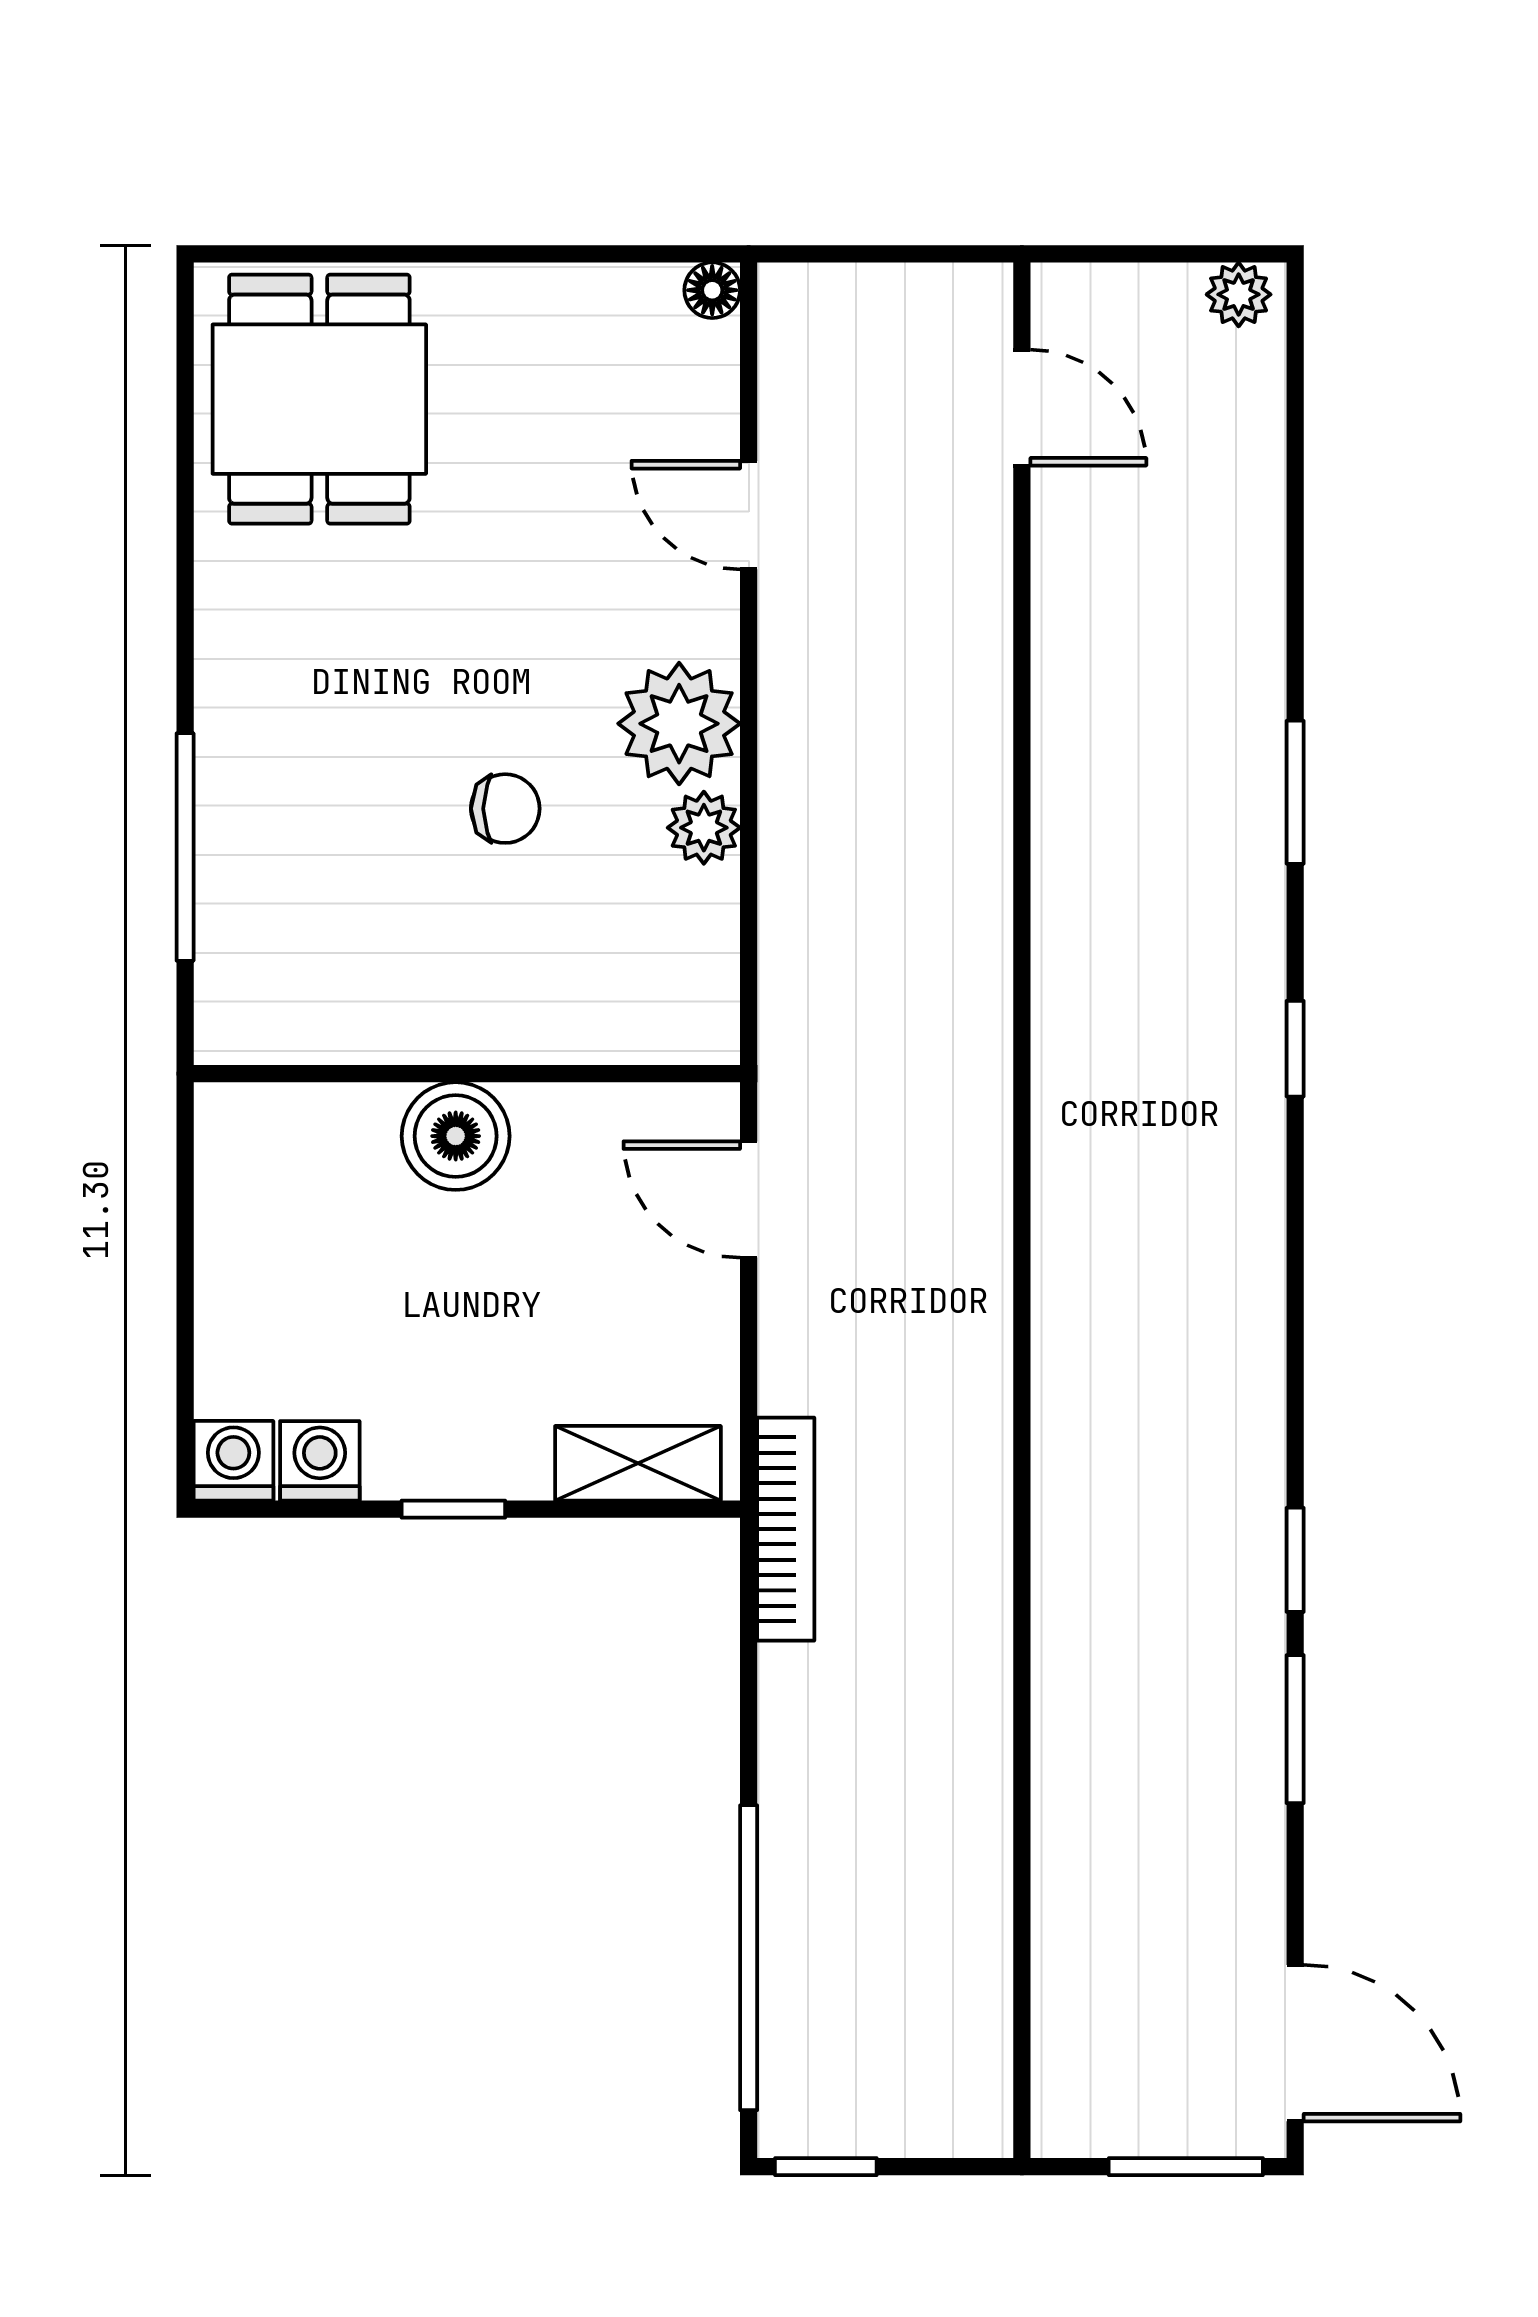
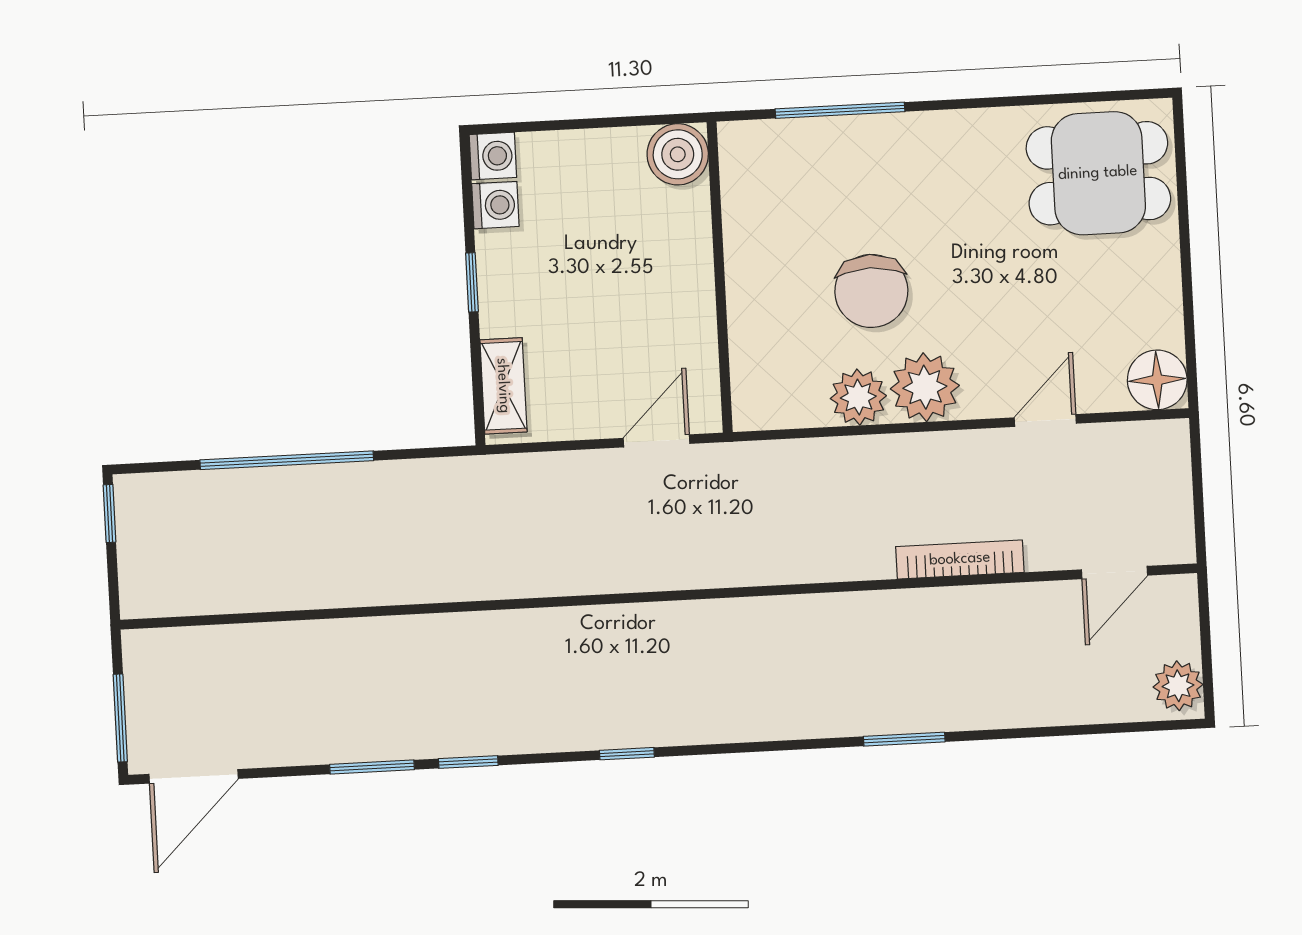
floor lamp: (712, 290) -> (1157, 380), width x1.89, depth x1.89
plant: (1239, 294) -> (1178, 686), width x1.38, depth x1.38
chair: (505, 809) -> (871, 291), width x1.87, depth x1.87
plant: (704, 828) -> (858, 397), width x1.38, depth x1.38
window: (1295, 1049) -> (627, 754), moved
boiler: (456, 1136) -> (678, 154), moved
bookcase: (786, 1529) -> (960, 559), moved, turned 180
window: (749, 1958) -> (287, 460), moved

